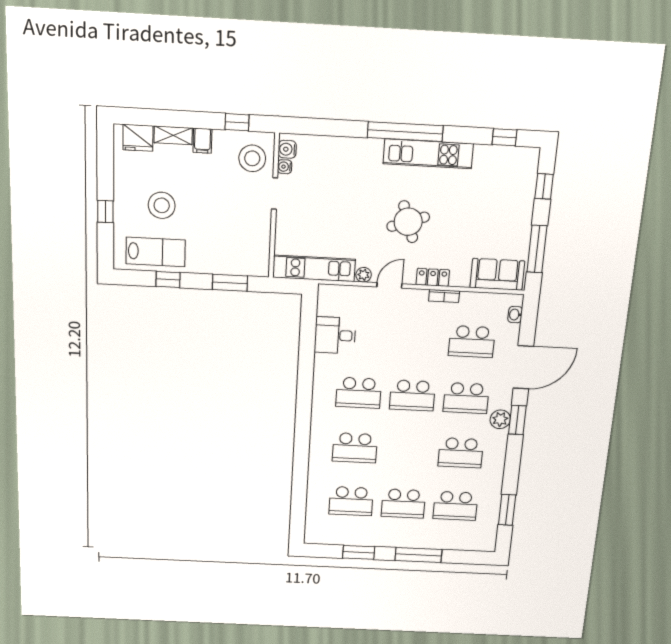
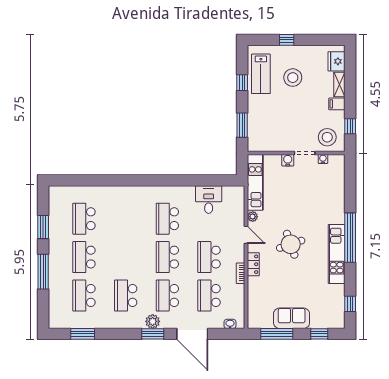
water cooler: (287, 149) -> (288, 160), moved
sofa: (497, 274) -> (292, 318), moved, turned -90
school desk: (355, 448) -> (209, 257), moved

